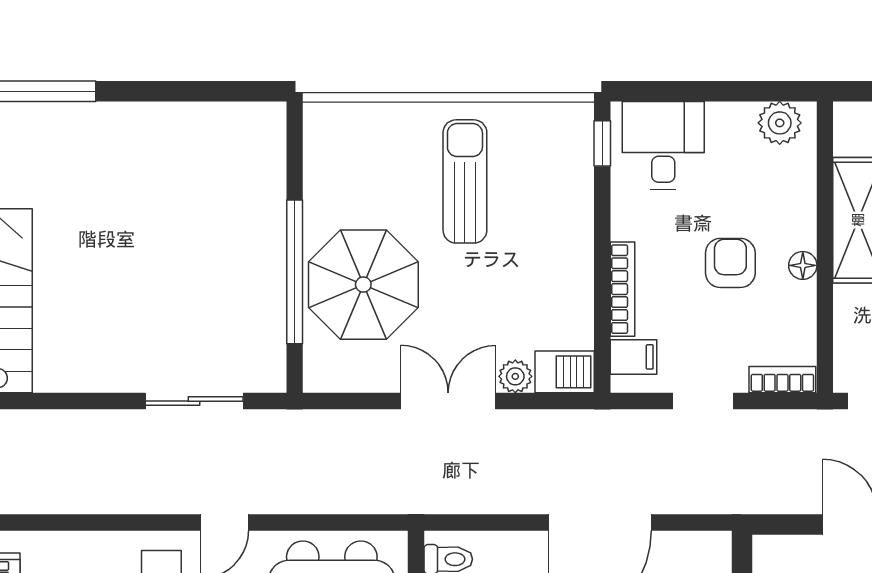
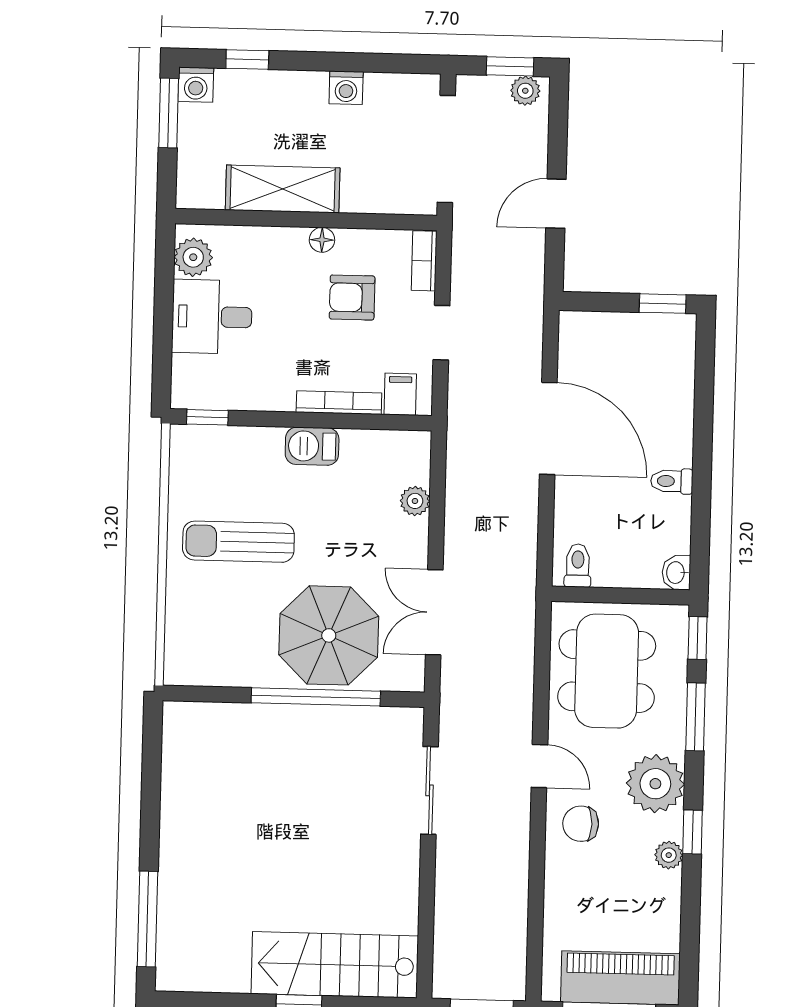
desk: (663, 145) -> (212, 317), moved
armchair: (730, 263) -> (352, 297), moved
barbecue: (565, 372) -> (312, 446), moved, turned -90
double door: (448, 401) -> (434, 612), moved

